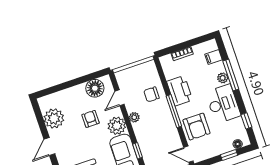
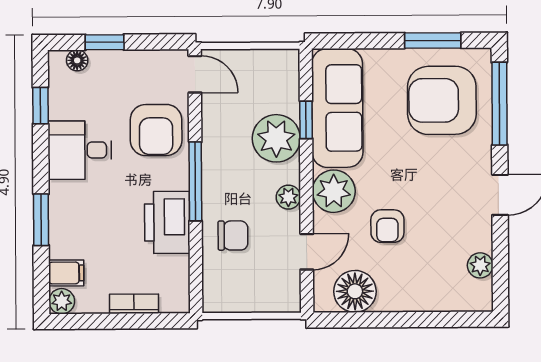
window: (231, 75) -> (41, 220), width x0.69
plant: (223, 78) -> (62, 301), moved
desk: (223, 104) -> (80, 150), width x0.73
plant: (54, 118) -> (480, 265), width x0.53, depth x0.53
armchair: (196, 127) -> (156, 130), turned 180
plant: (147, 139) -> (276, 138), added

